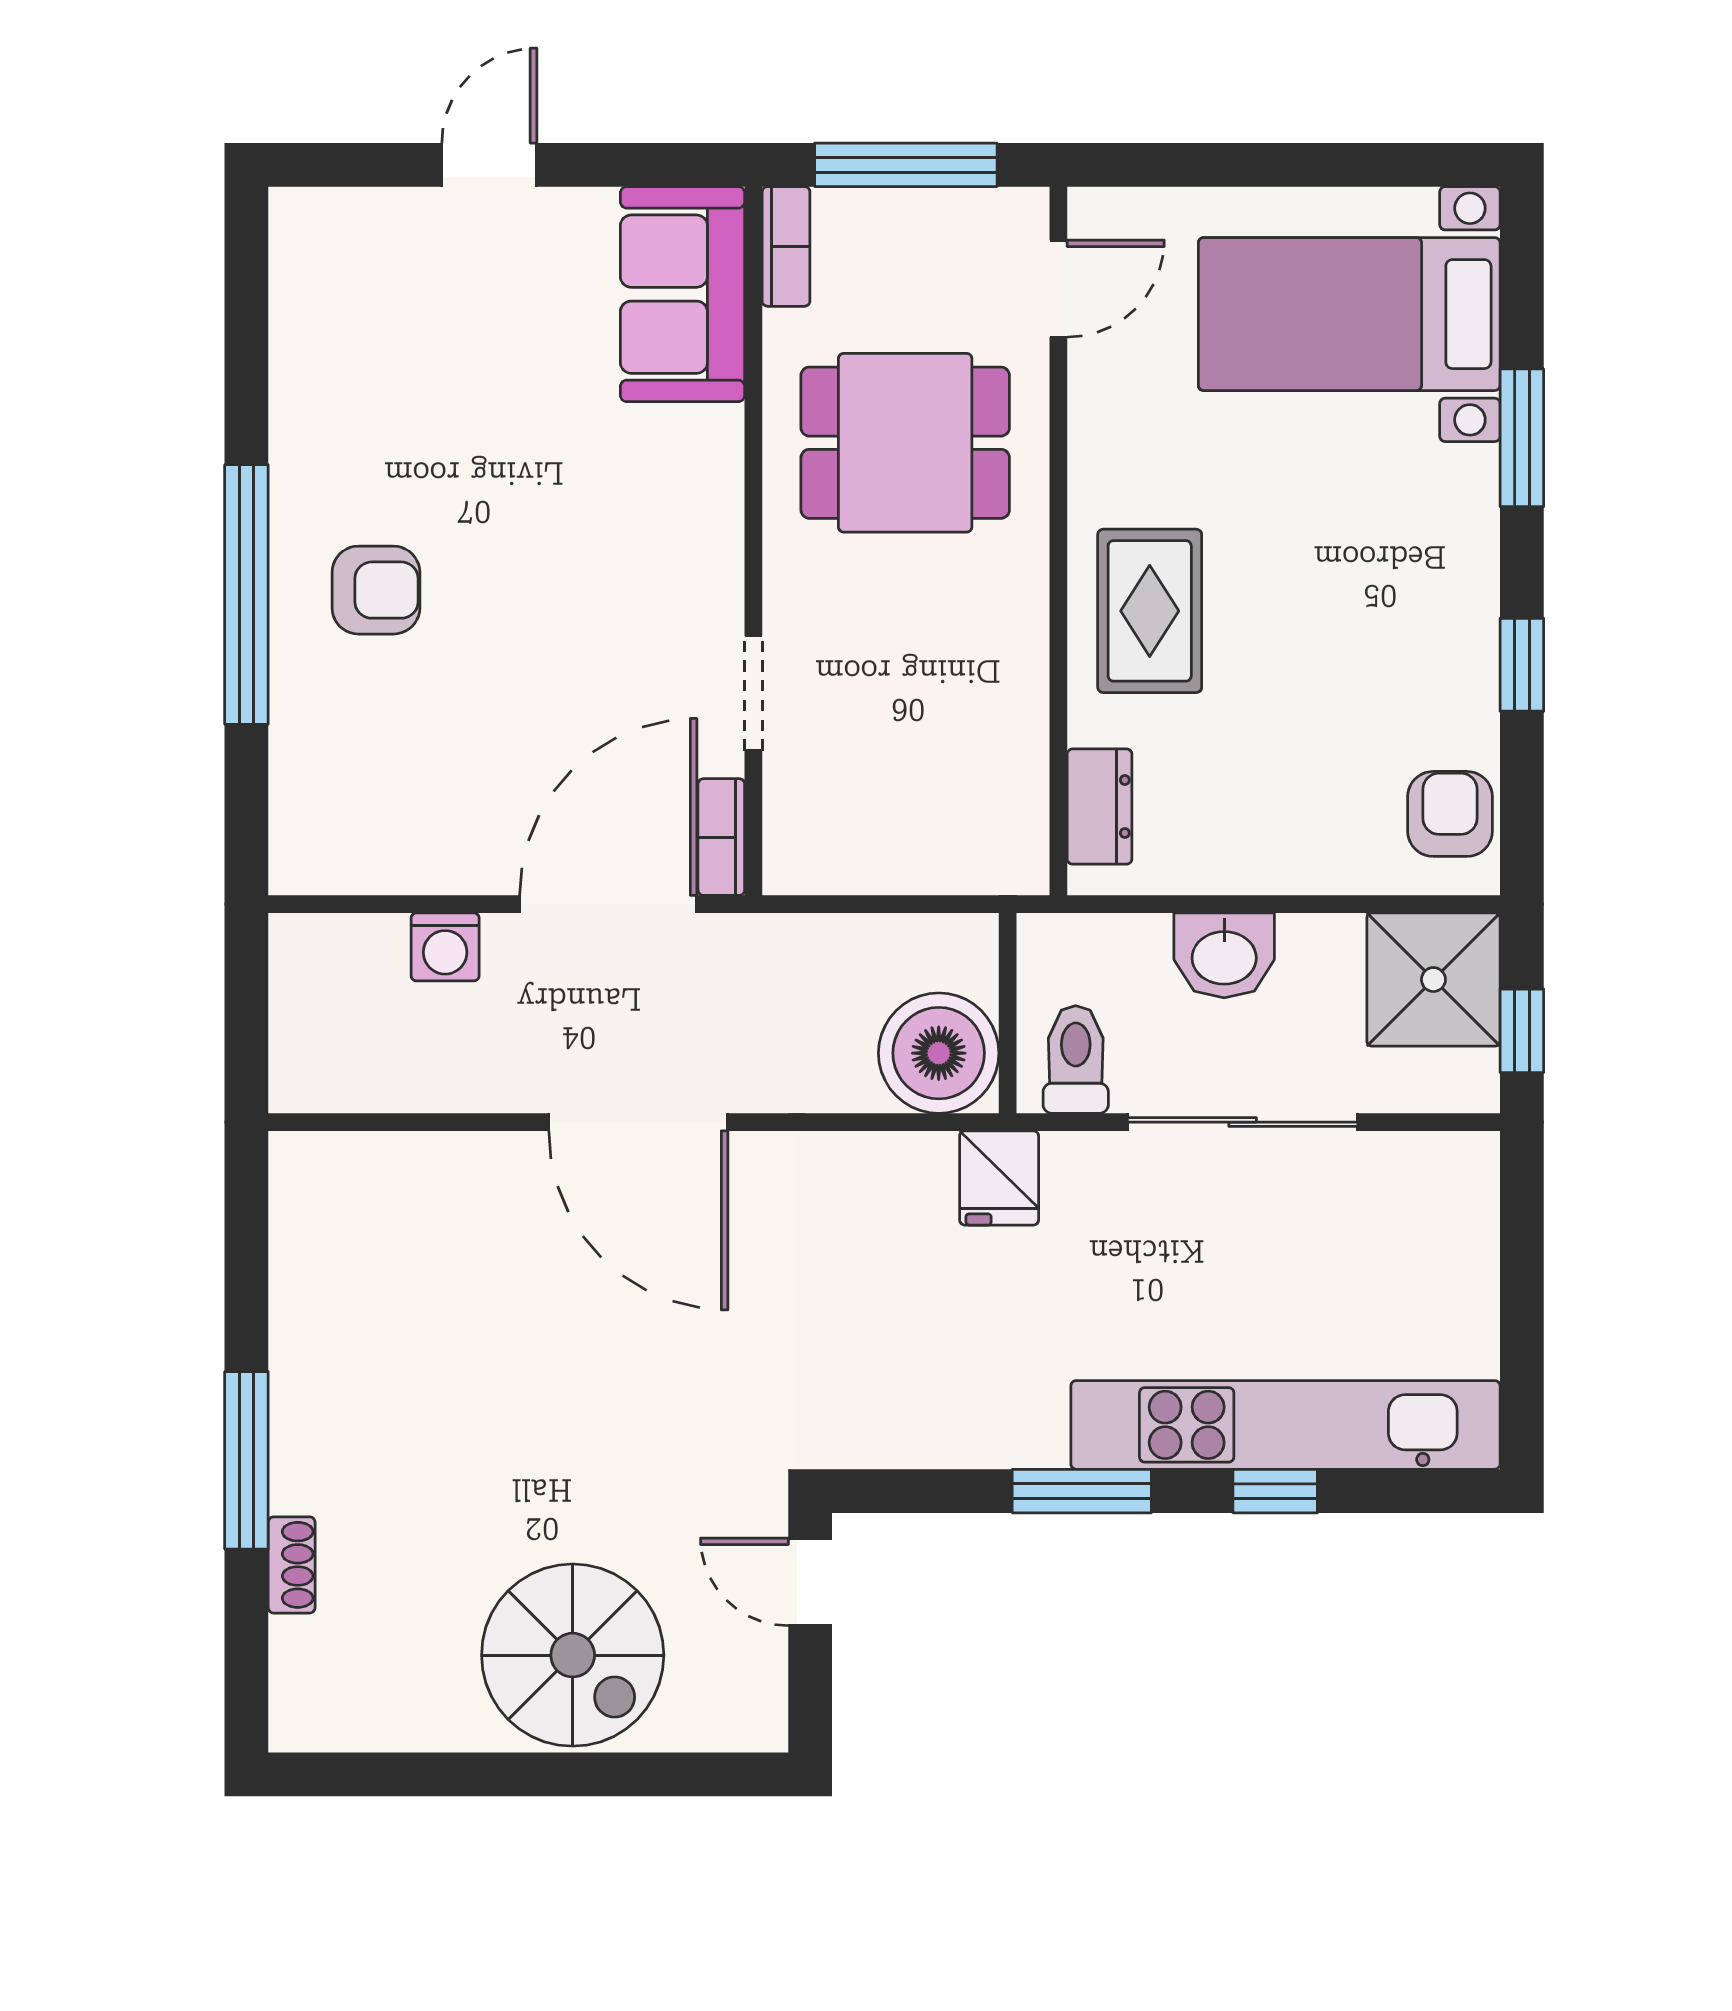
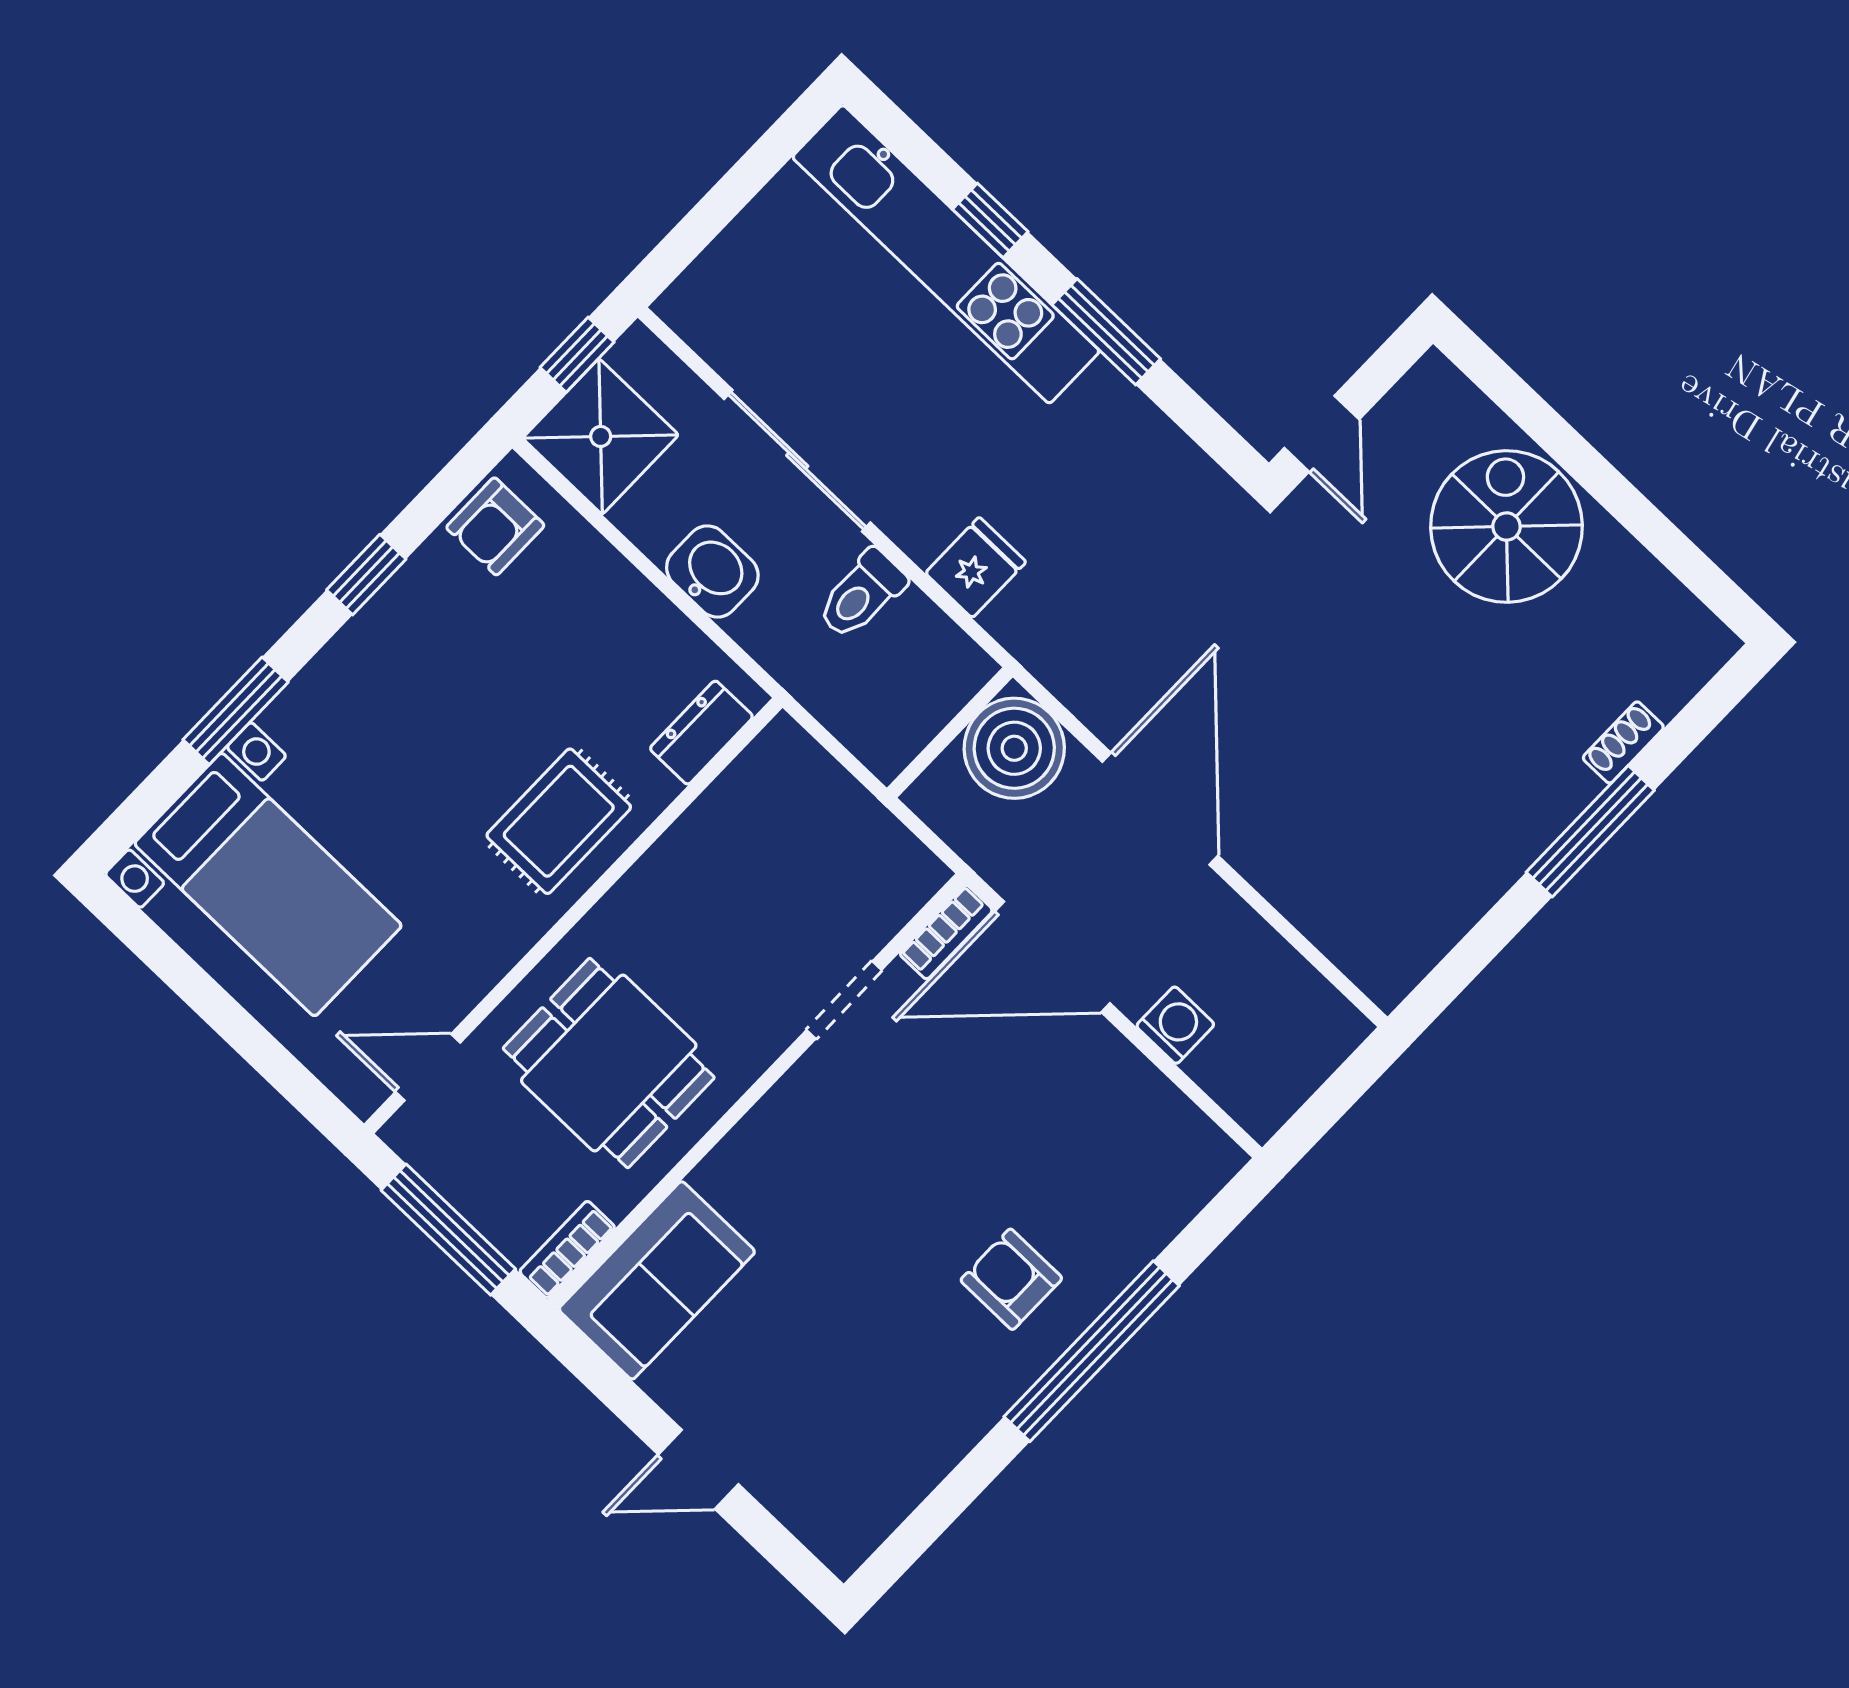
wall: (1008, 1013) -> (950, 733), moved
boiler: (939, 1053) -> (1014, 748), moved

